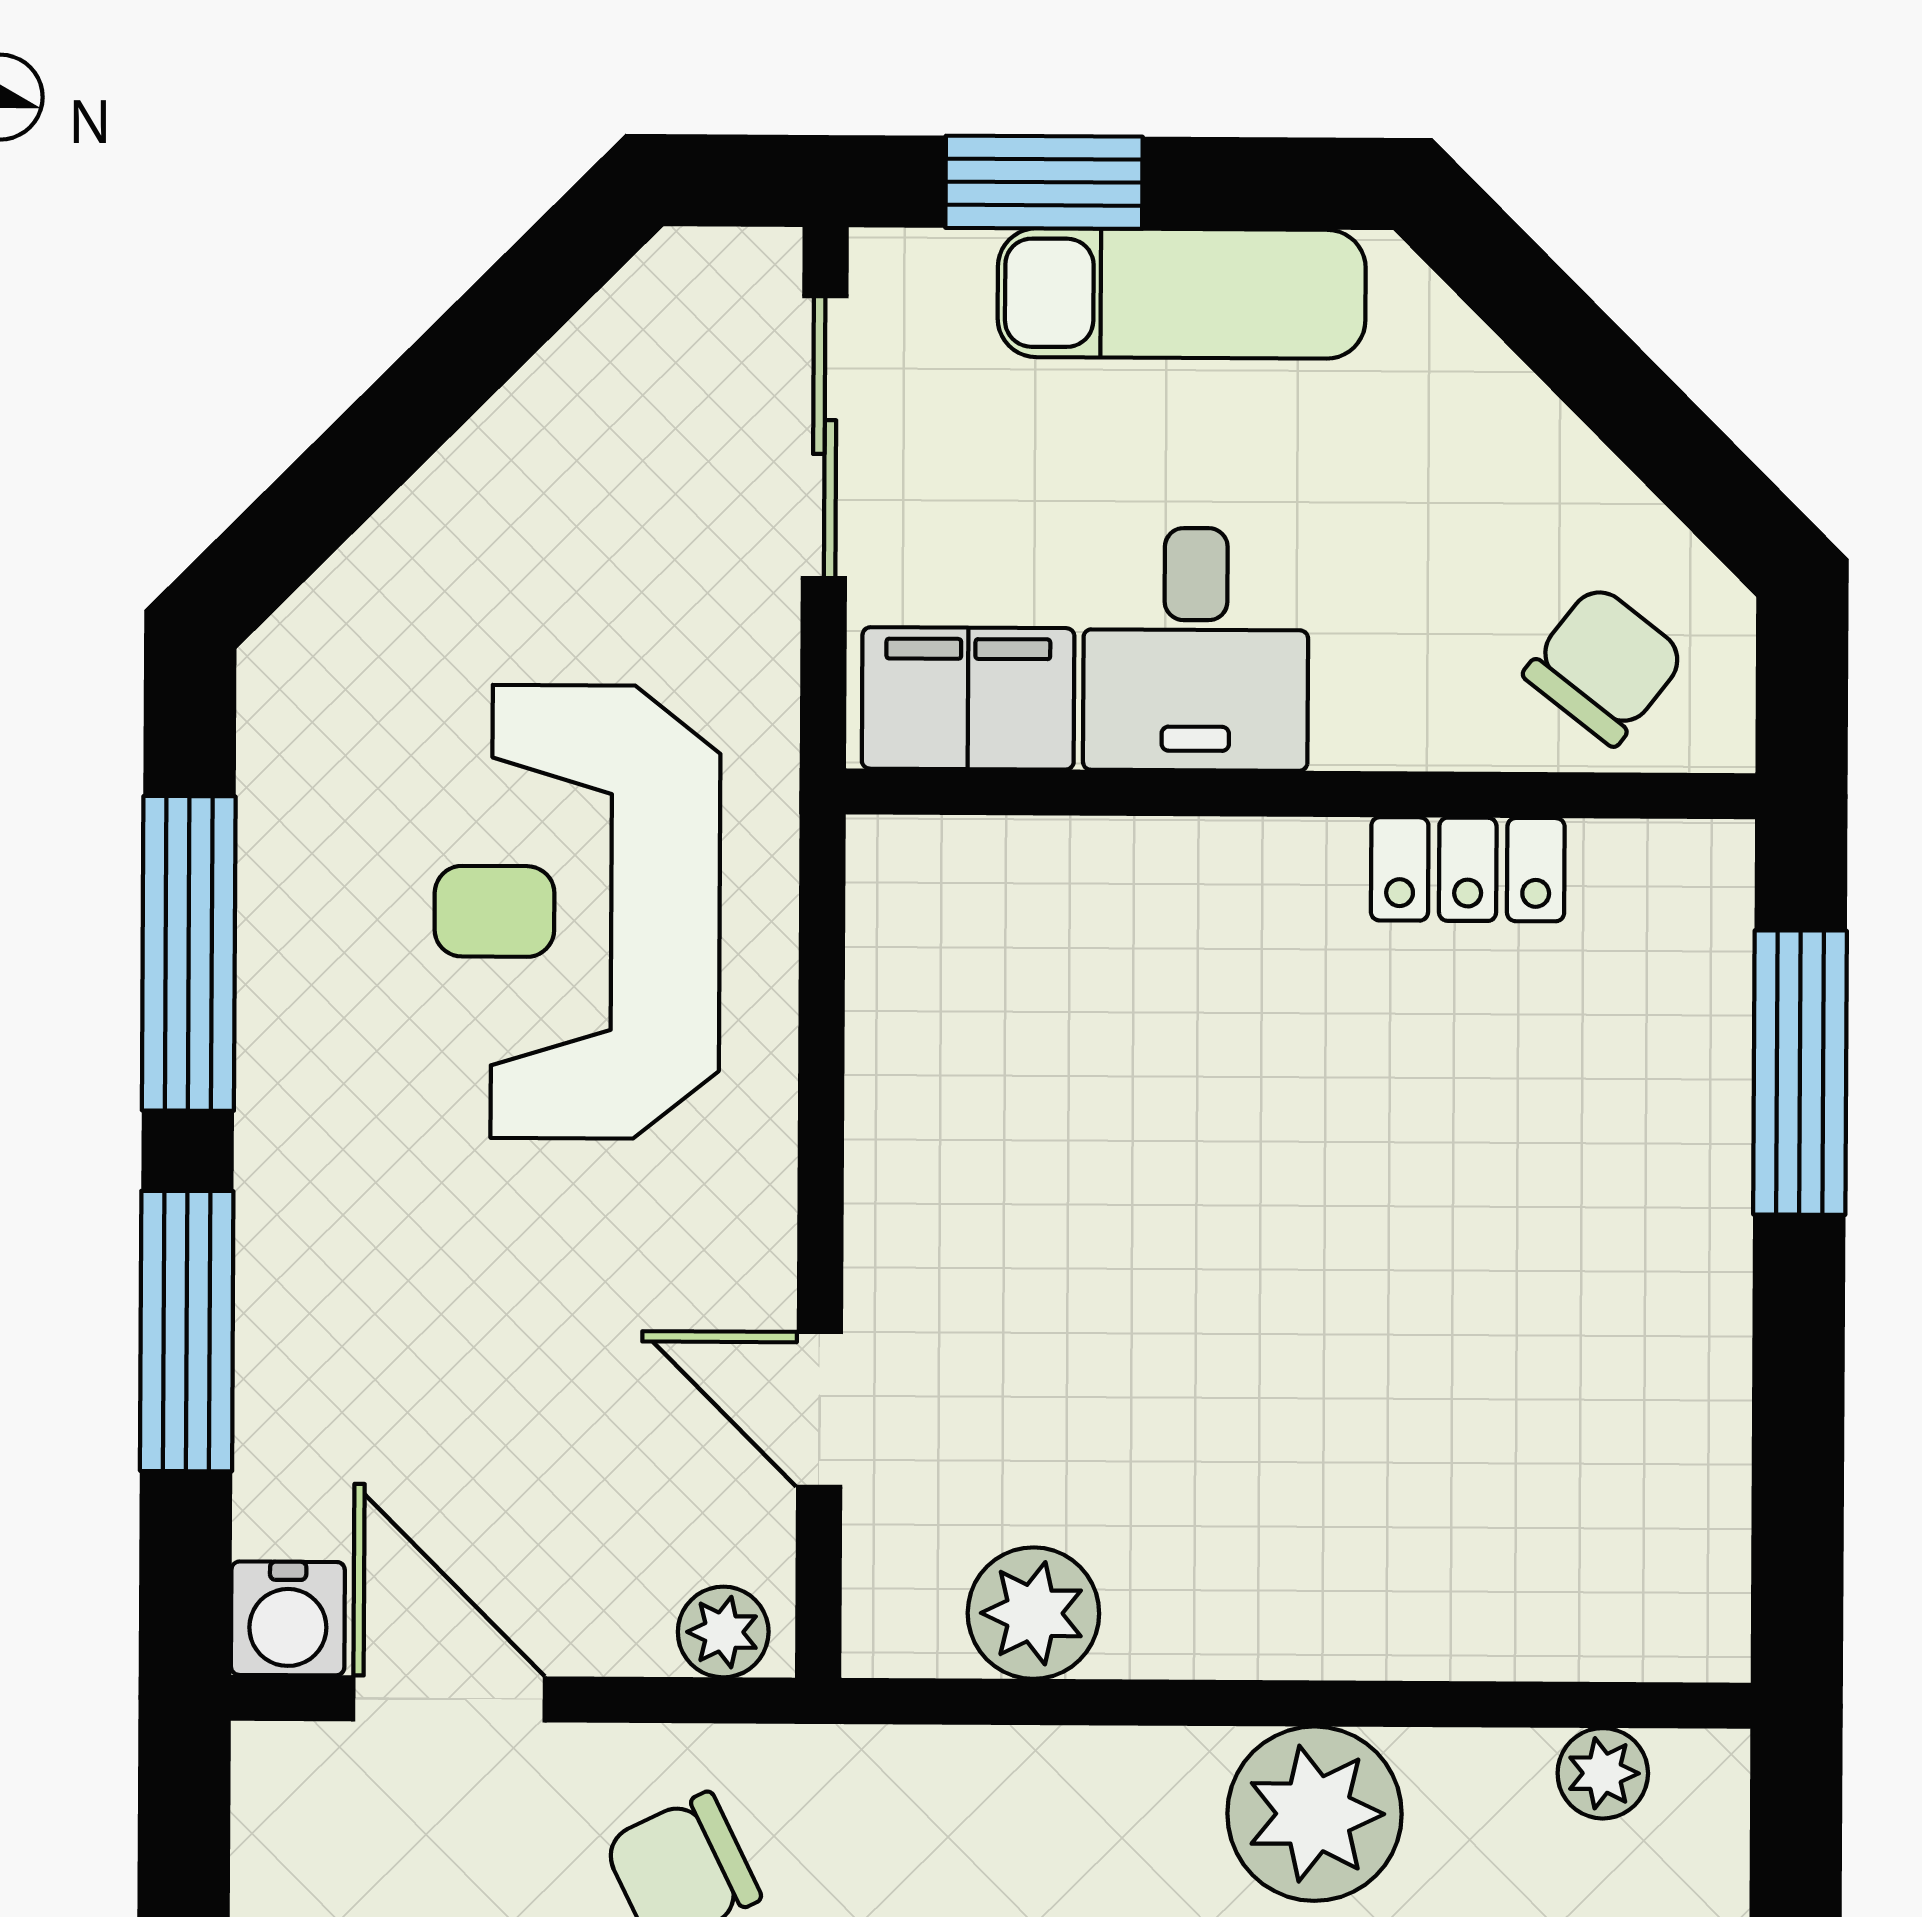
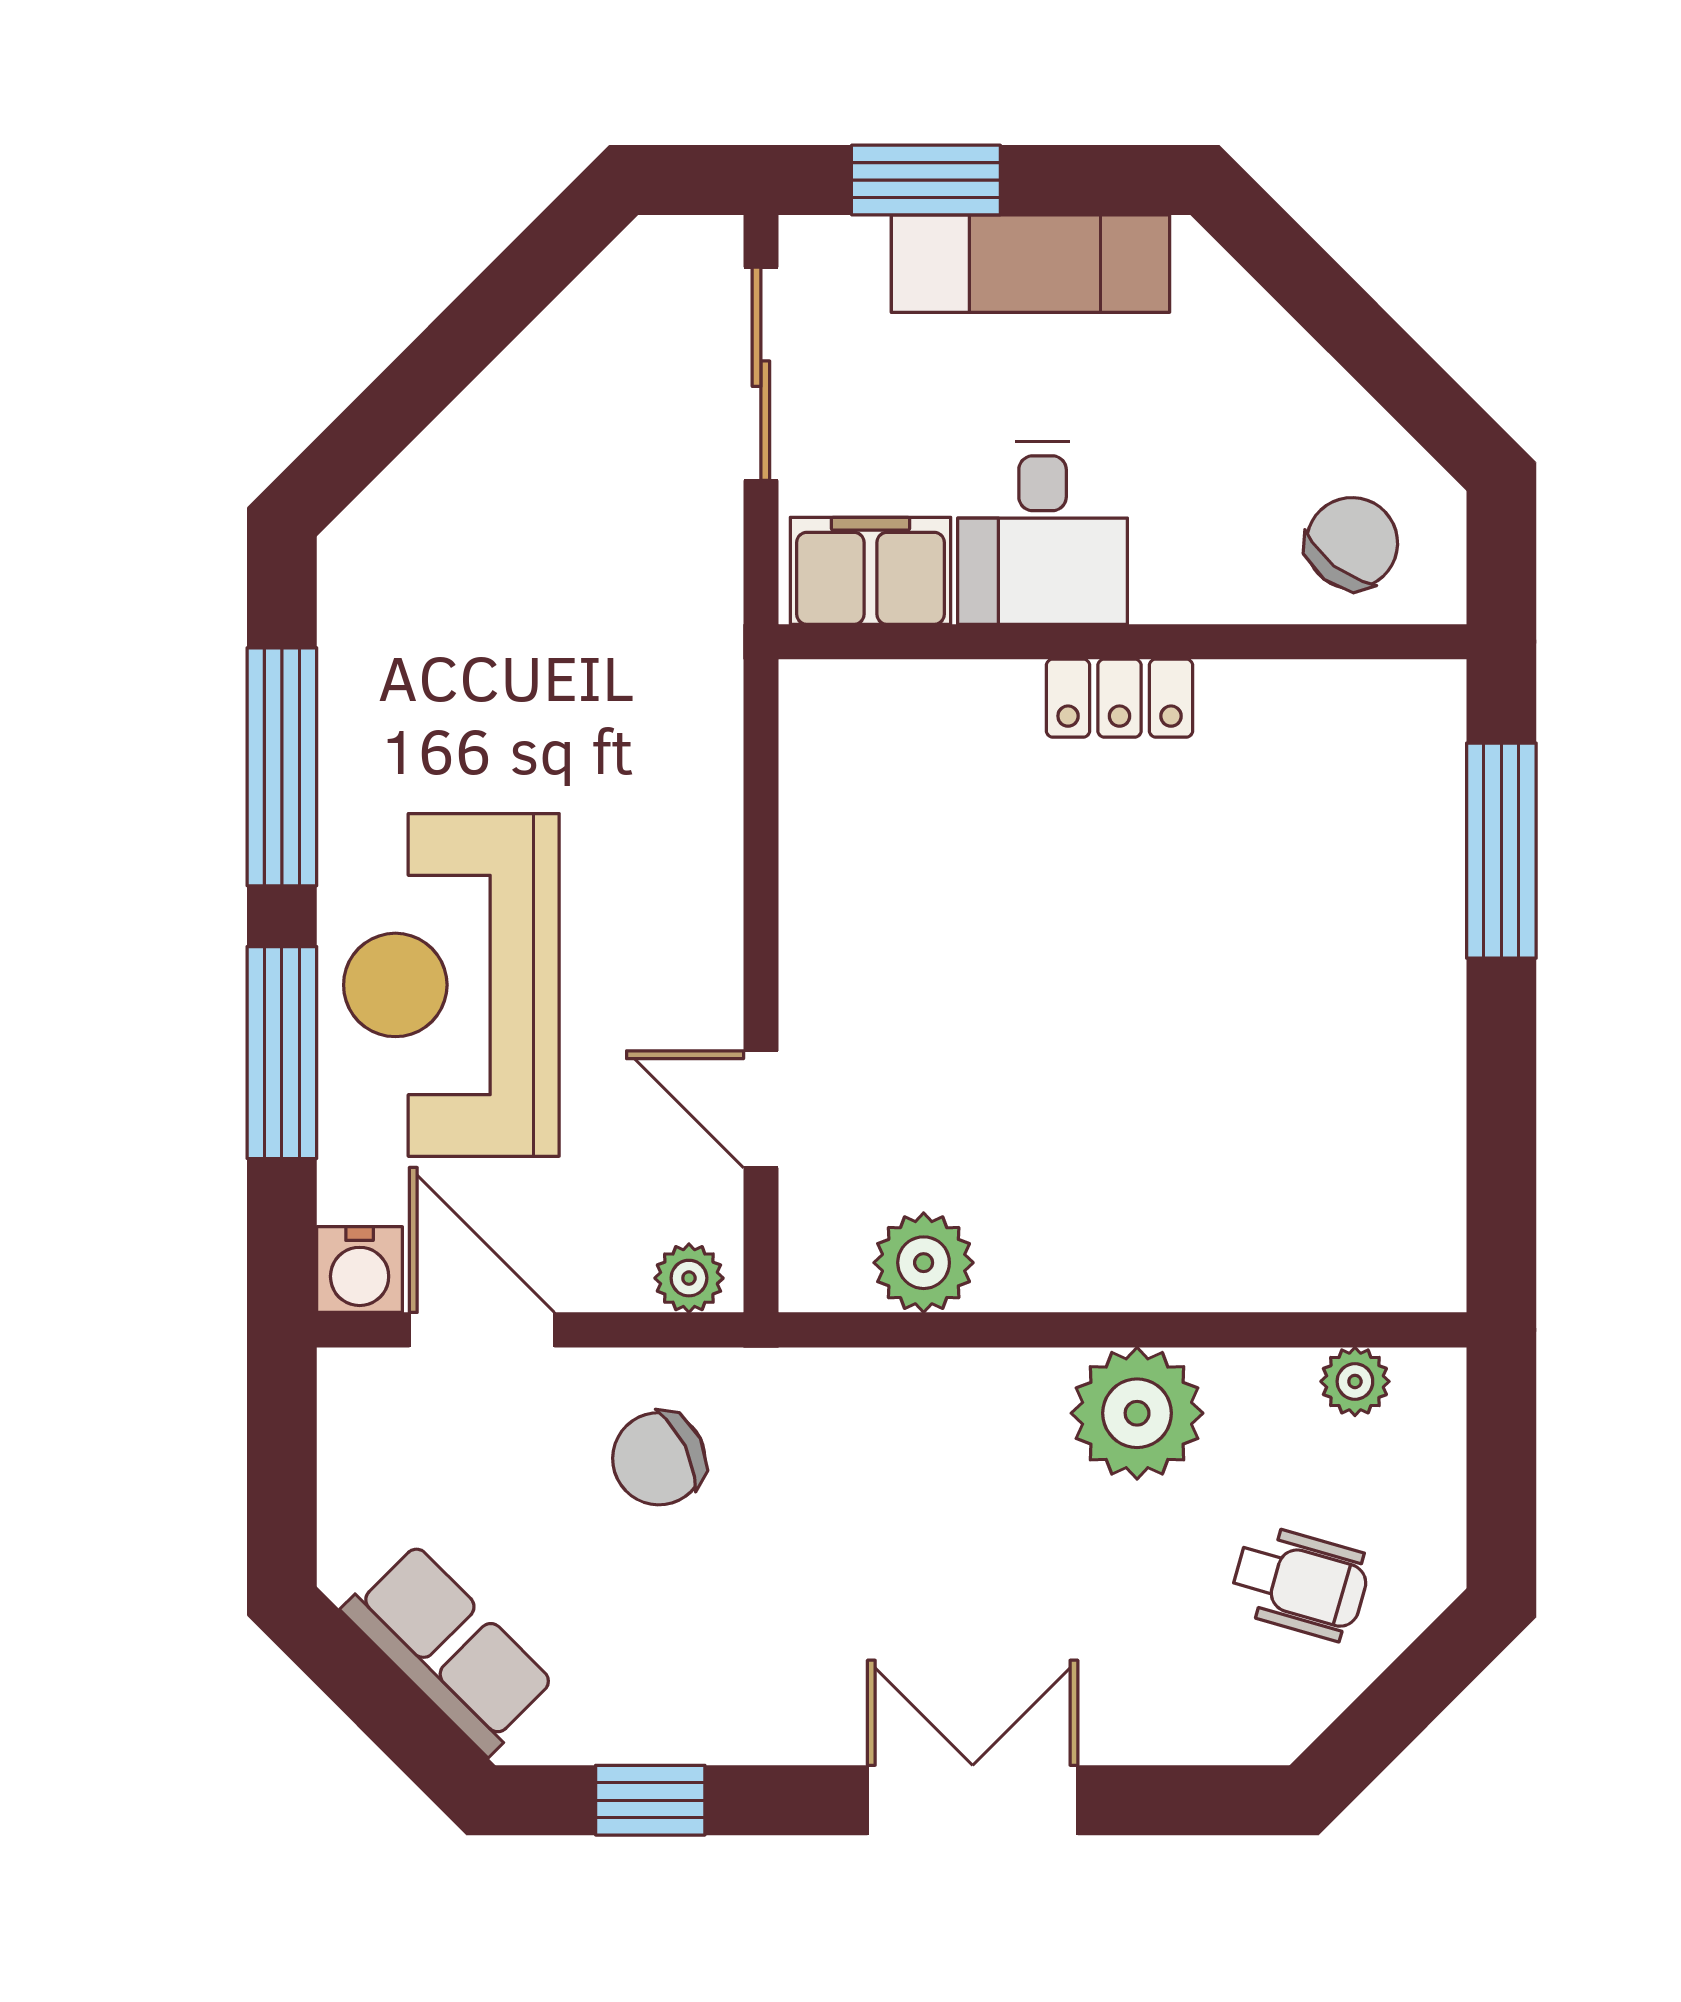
locker: (1468, 869) -> (1120, 698), moved
reception desk: (577, 912) -> (451, 985), moved

